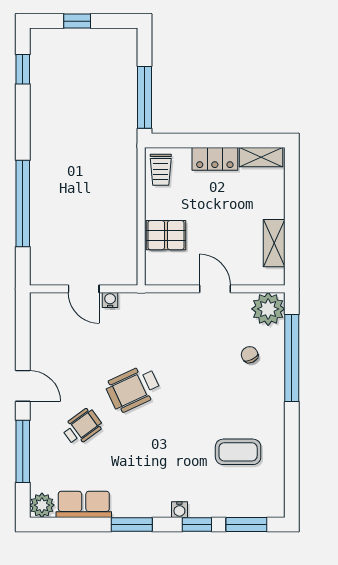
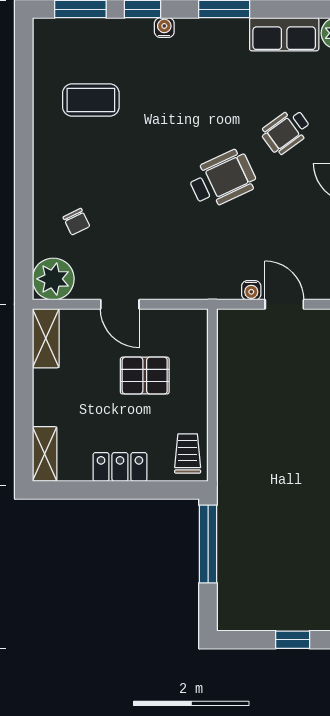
shelving: (261, 157) -> (45, 454), moved, turned 90
pallet: (166, 235) -> (145, 376), moved
shelving: (274, 243) -> (46, 338), moved
window: (292, 358) -> (24, 218), removed

